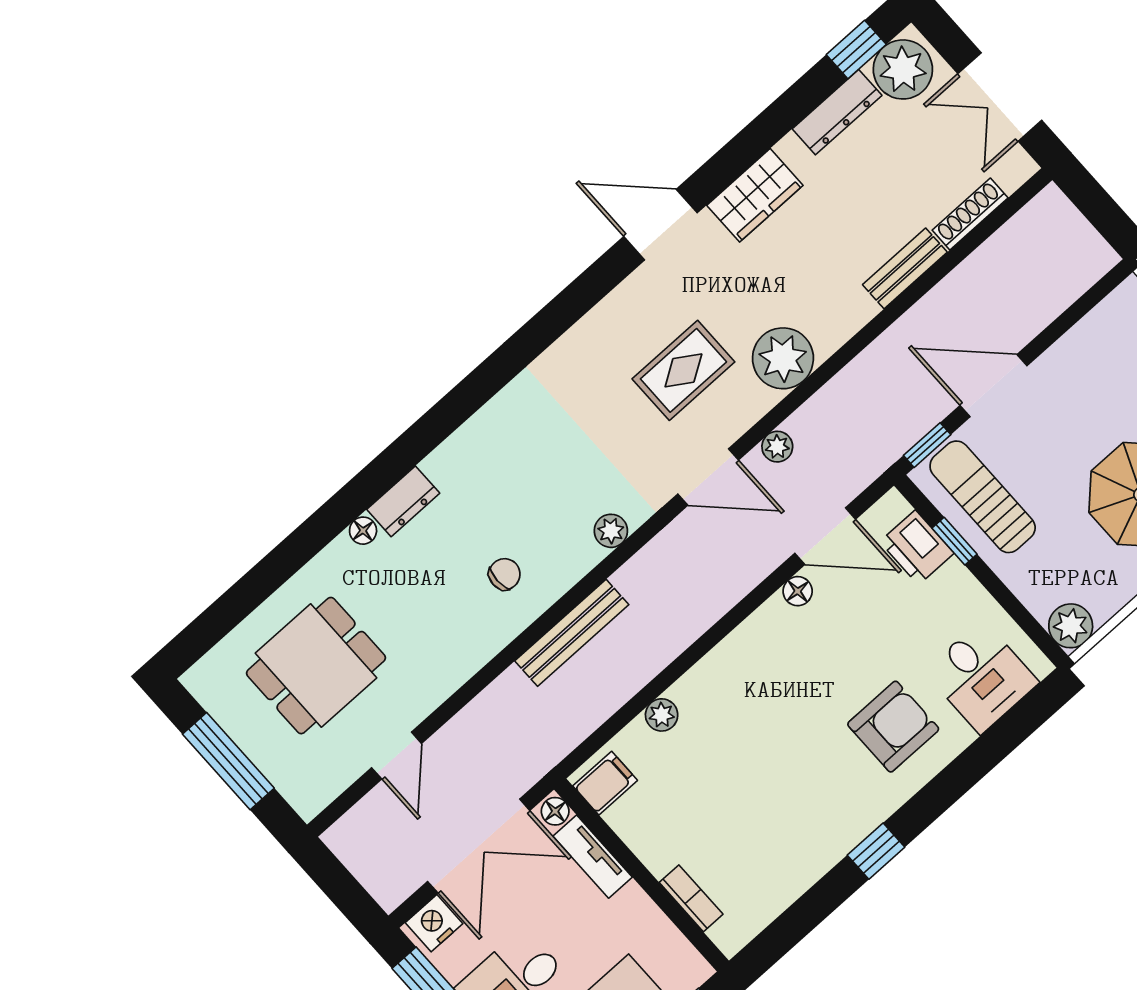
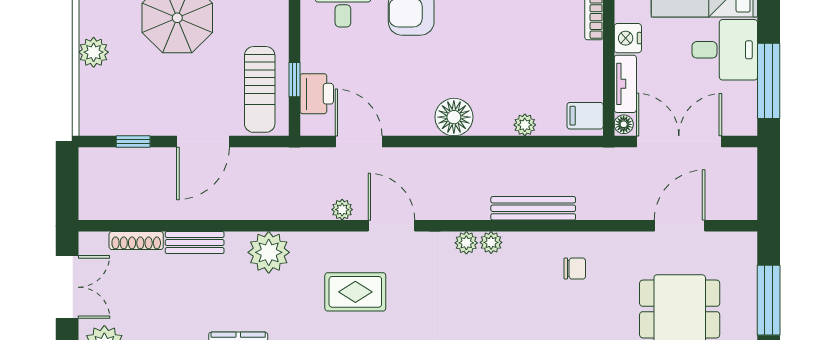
plant: (783, 358) -> (269, 252), moved
door: (994, 386) -> (203, 142), hinge flipped
window: (927, 445) -> (133, 142), moved
plant: (584, 555) -> (491, 242), added
chair: (505, 574) -> (575, 269), moved, turned 180
floor lamp: (798, 591) -> (454, 117), moved, width x1.89, depth x1.89
door: (397, 756) -> (680, 226), width x1.38
nightstand: (434, 923) -> (628, 38), moved, turned 90

